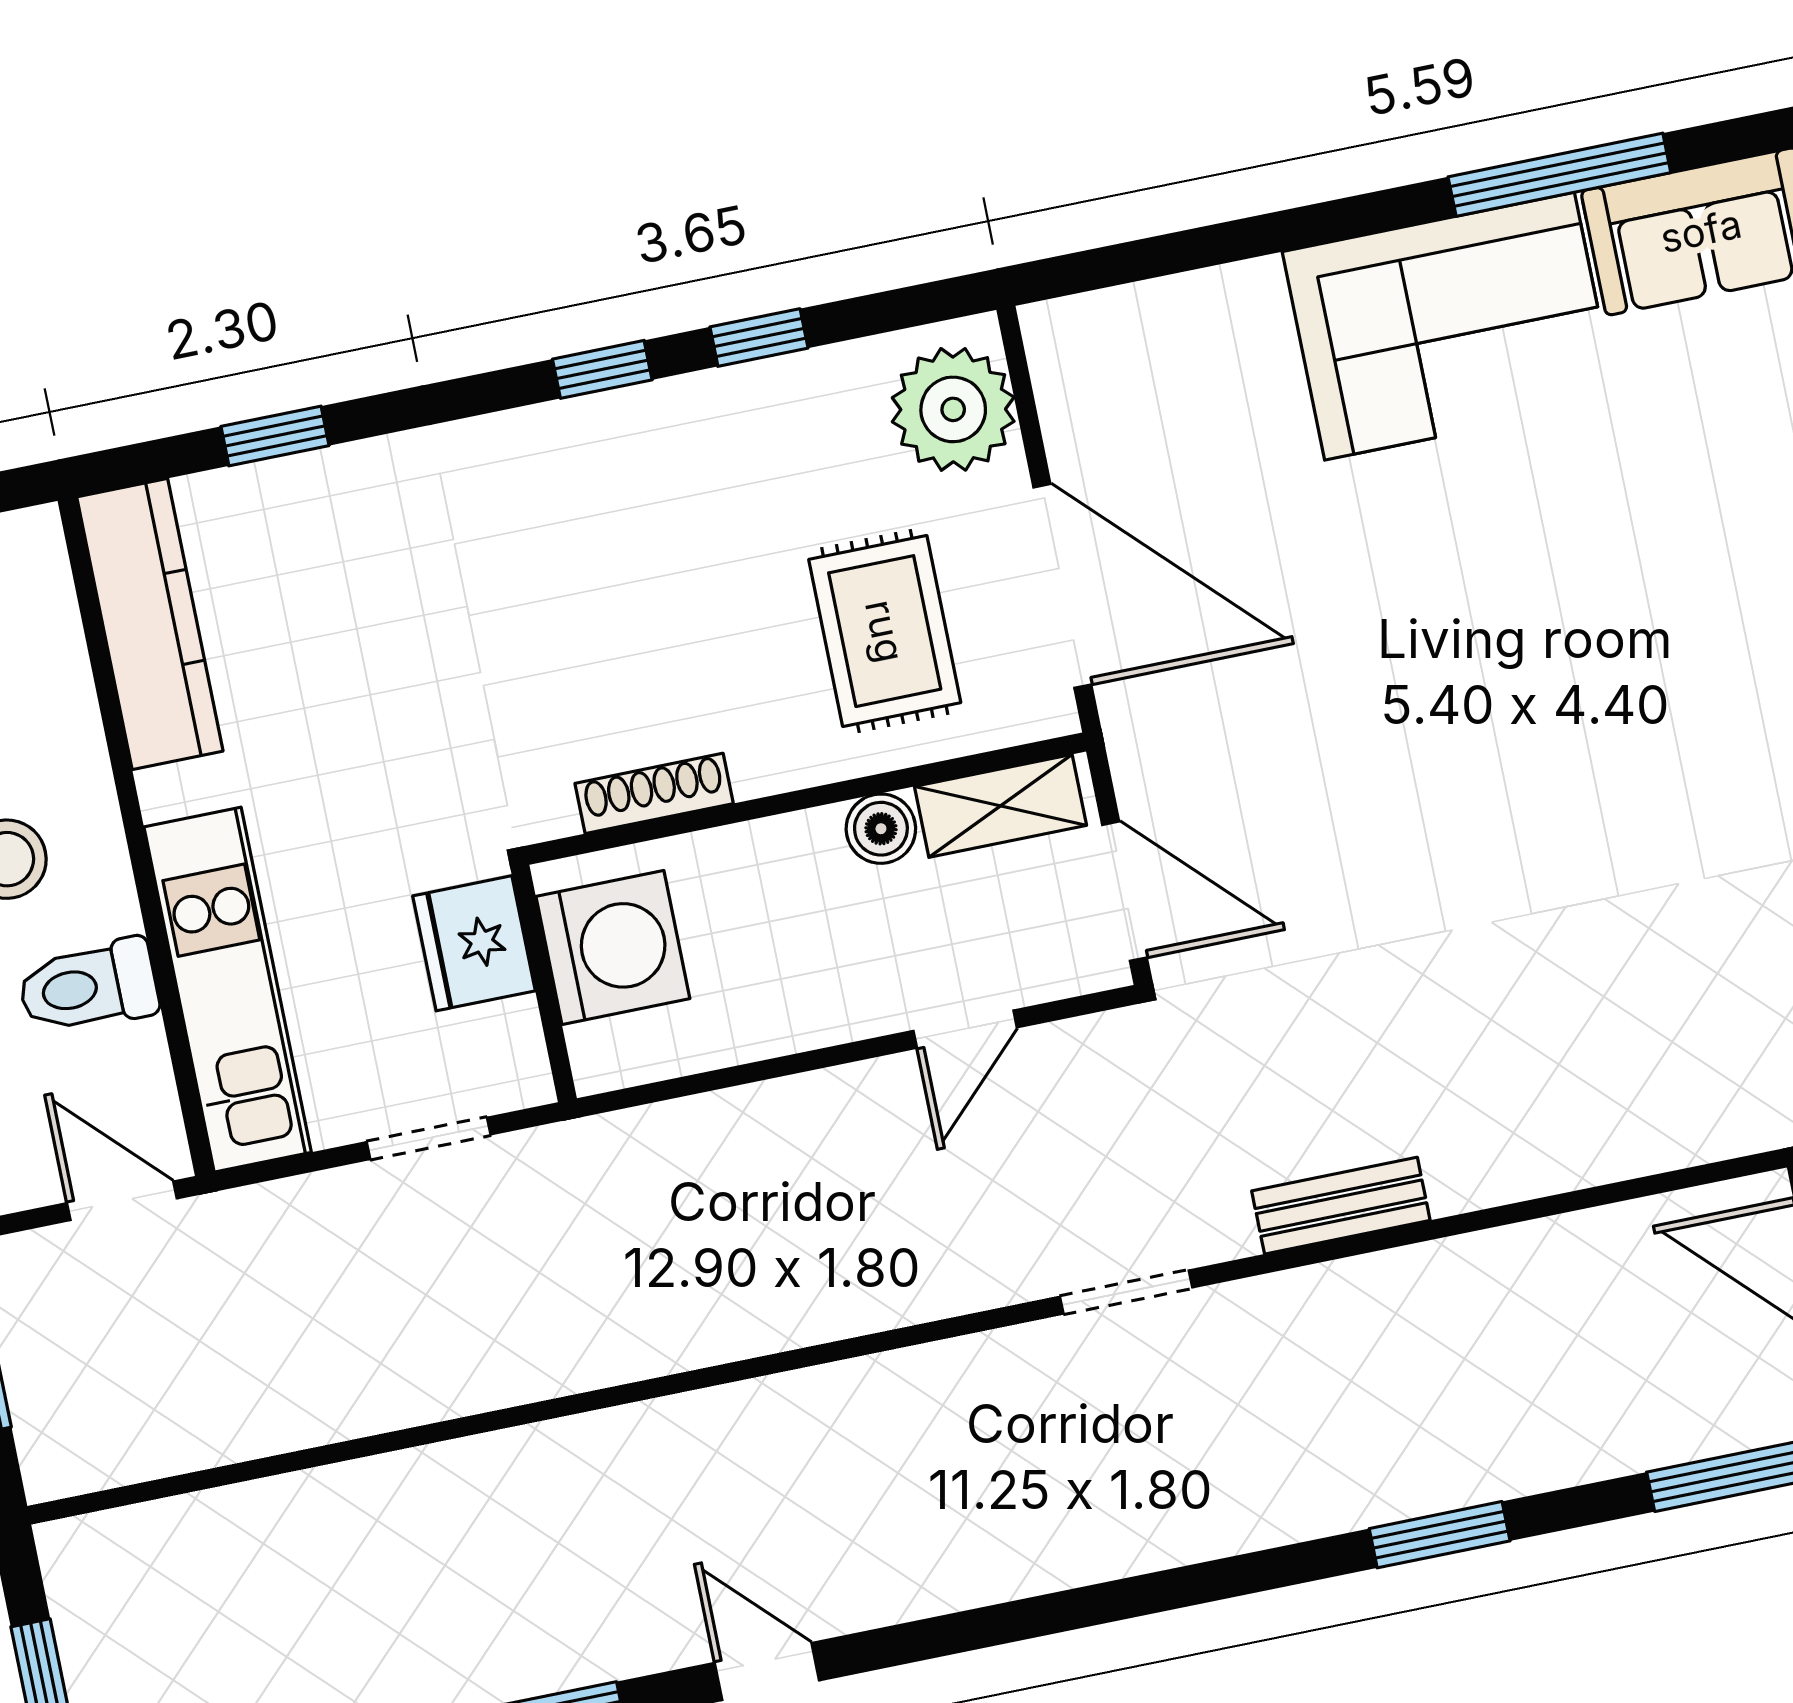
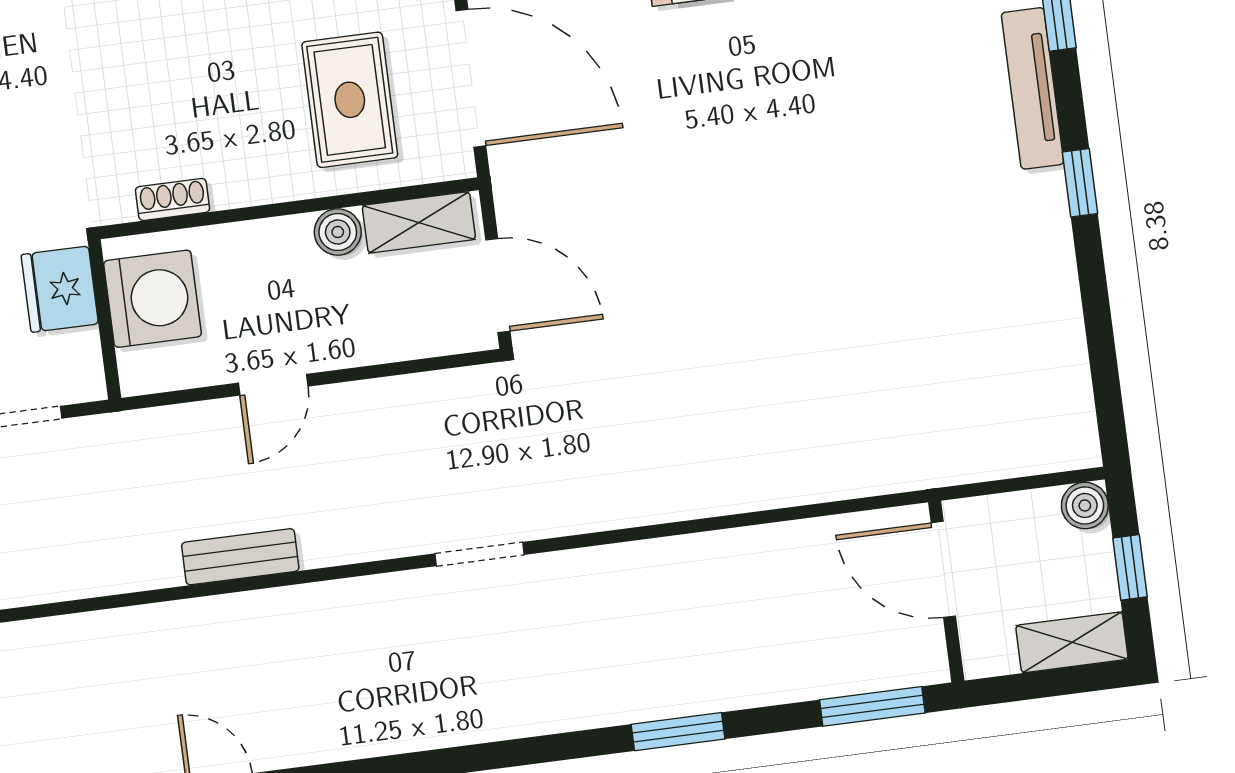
shoe rack: (654, 793) -> (172, 199), width x0.70
door: (965, 1029) -> (273, 385), moved
bench: (1341, 1206) -> (240, 557), moved

